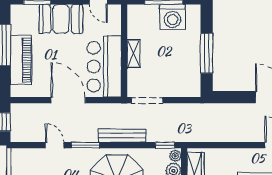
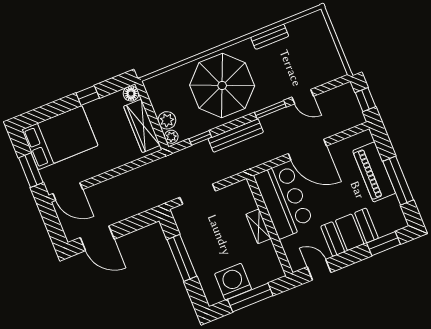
doorway: (147, 100) -> (198, 194), moved
window: (165, 145) -> (200, 138), moved

